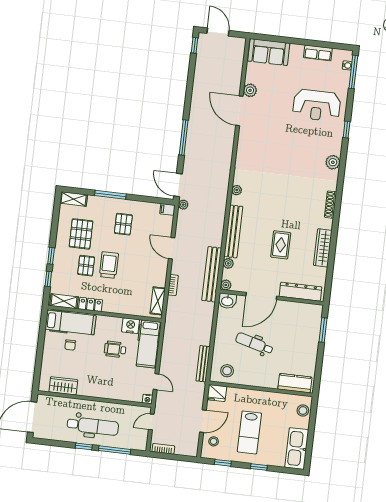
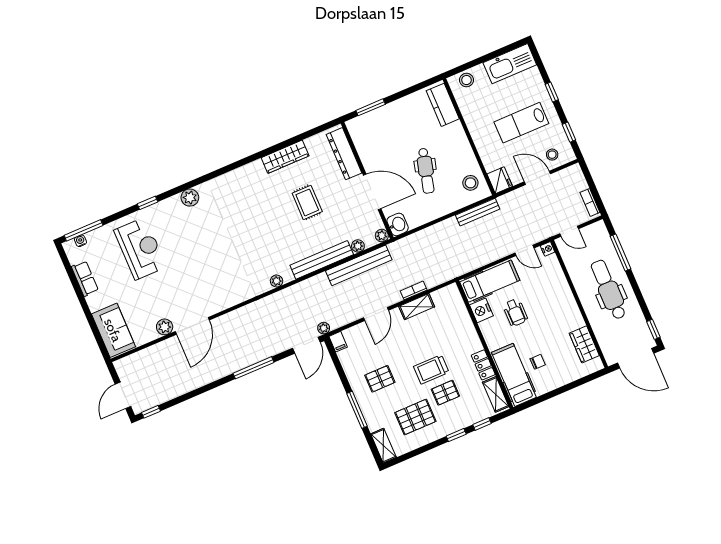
shoe rack: (331, 205) -> (235, 175), removed
rug: (281, 245) -> (307, 202), turned 90
bench: (212, 274) -> (359, 265), moved
shelving: (158, 301) -> (417, 307), moved
door: (156, 382) -> (524, 250), swing flipped
lab bench: (249, 432) -> (521, 123), turned 180
window: (84, 446) -> (653, 329), moved

